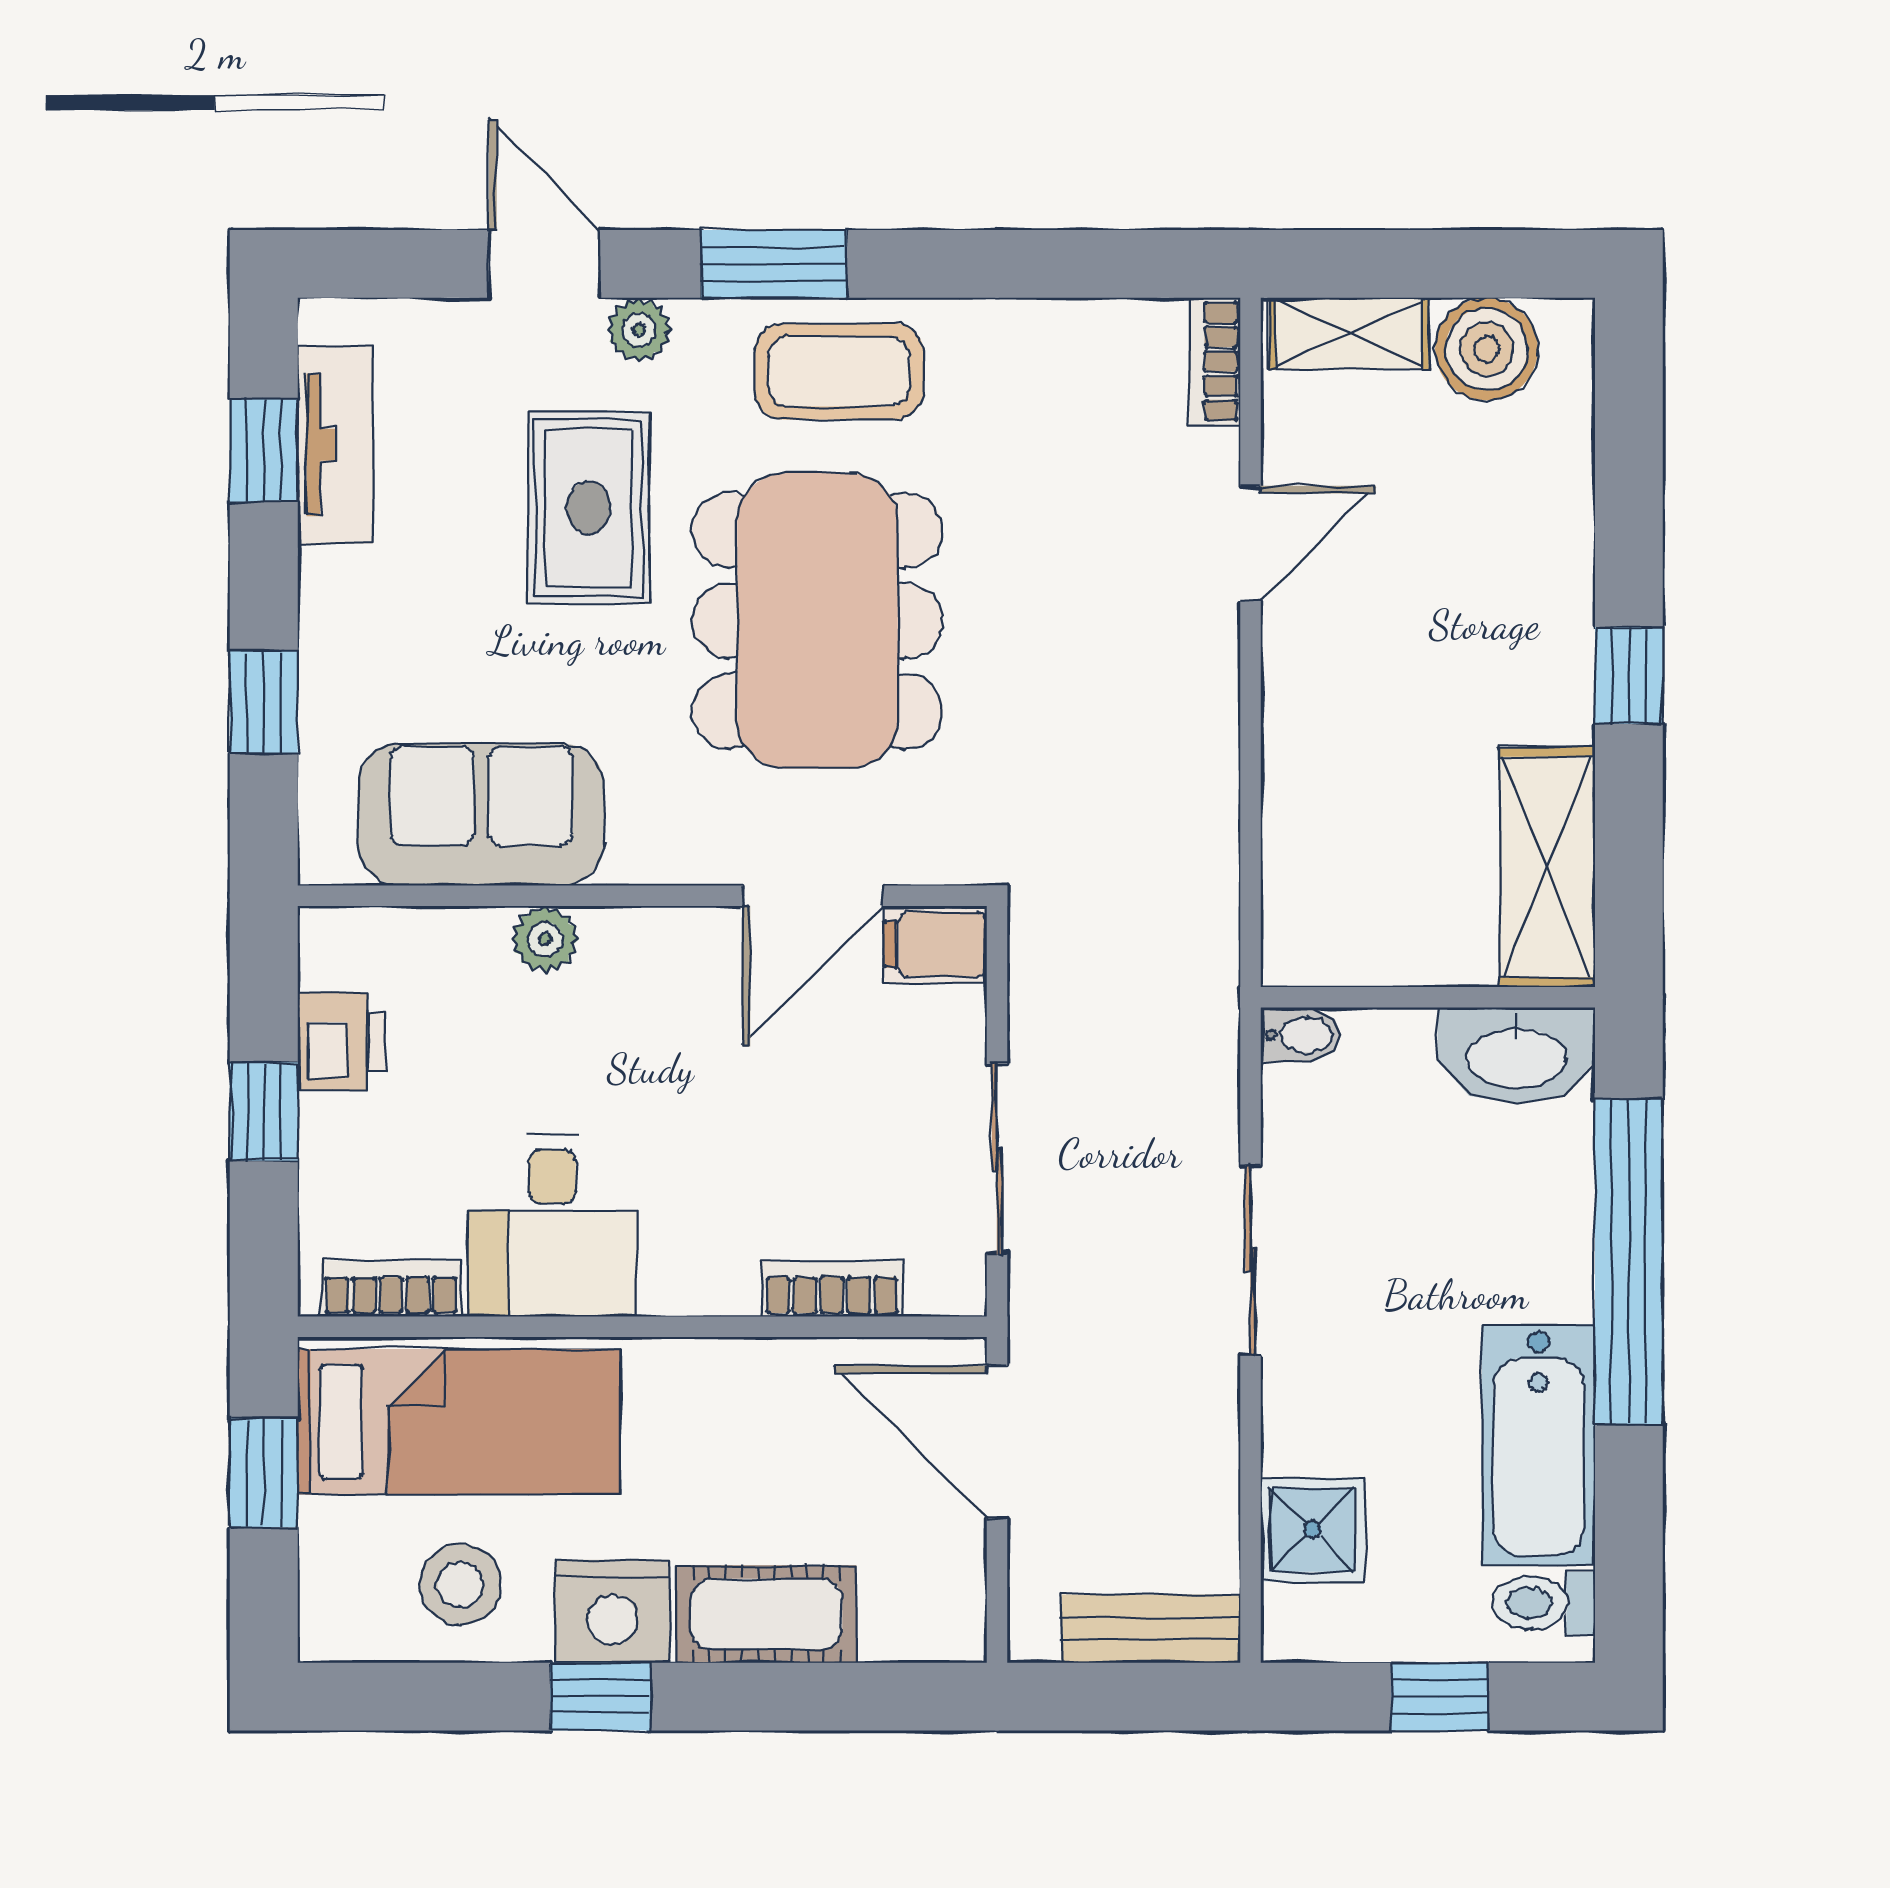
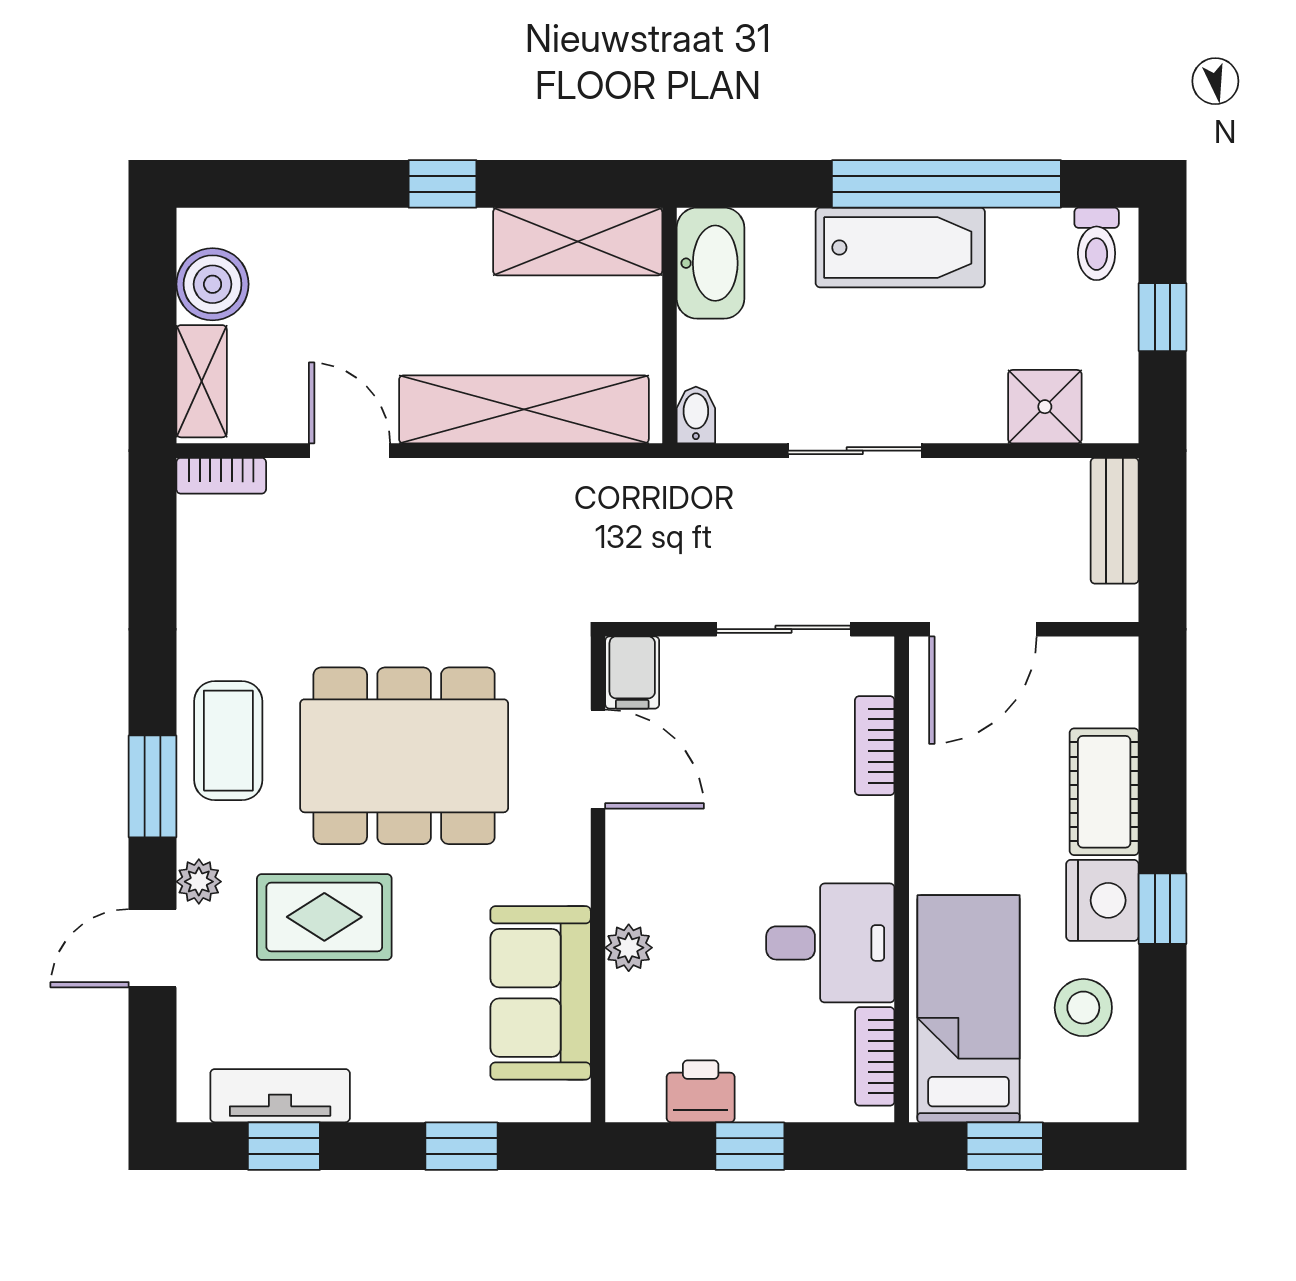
shelving: (1309, 791) -> (524, 409), added
window: (1629, 1262) -> (946, 184), moved
bathtub: (1538, 1445) -> (900, 248), moved

